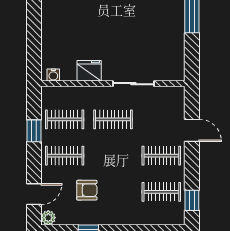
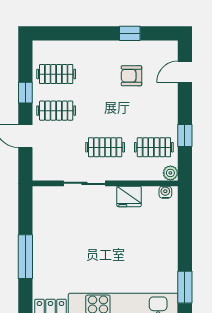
clothes rail: (65, 156) -> (154, 111), removed
window: (192, 200) -> (25, 93), moved
plant: (48, 218) -> (170, 173), moved

